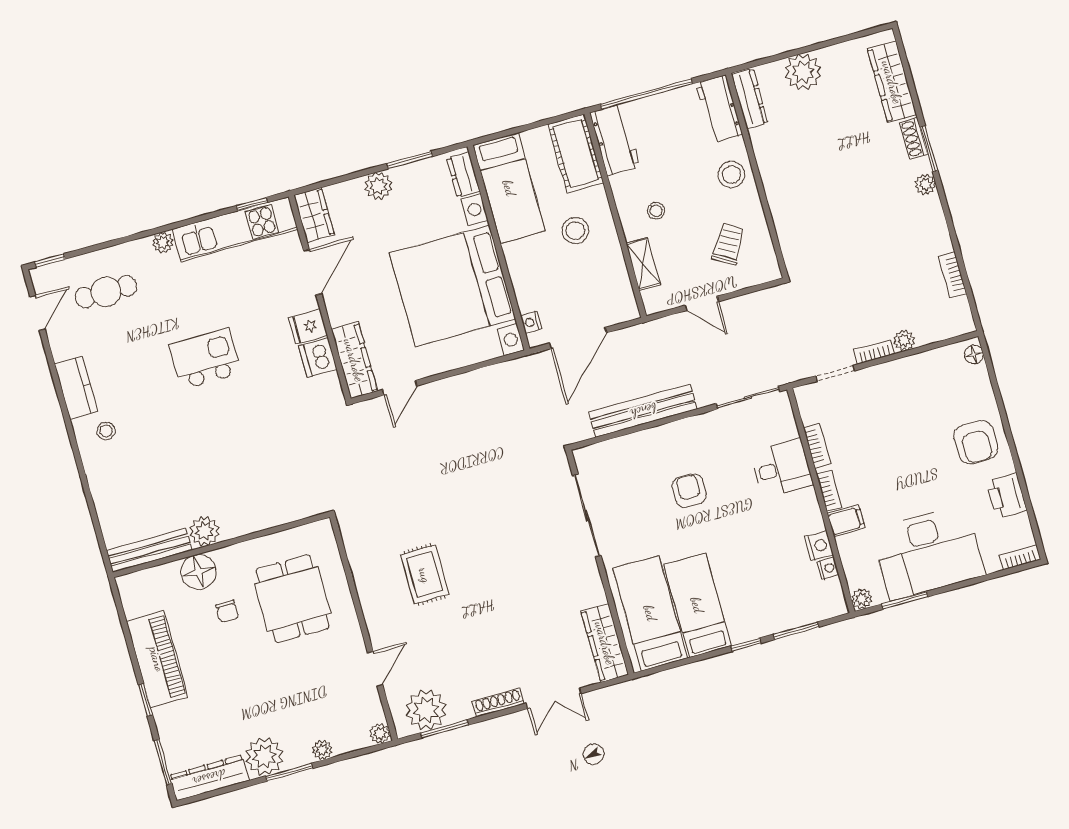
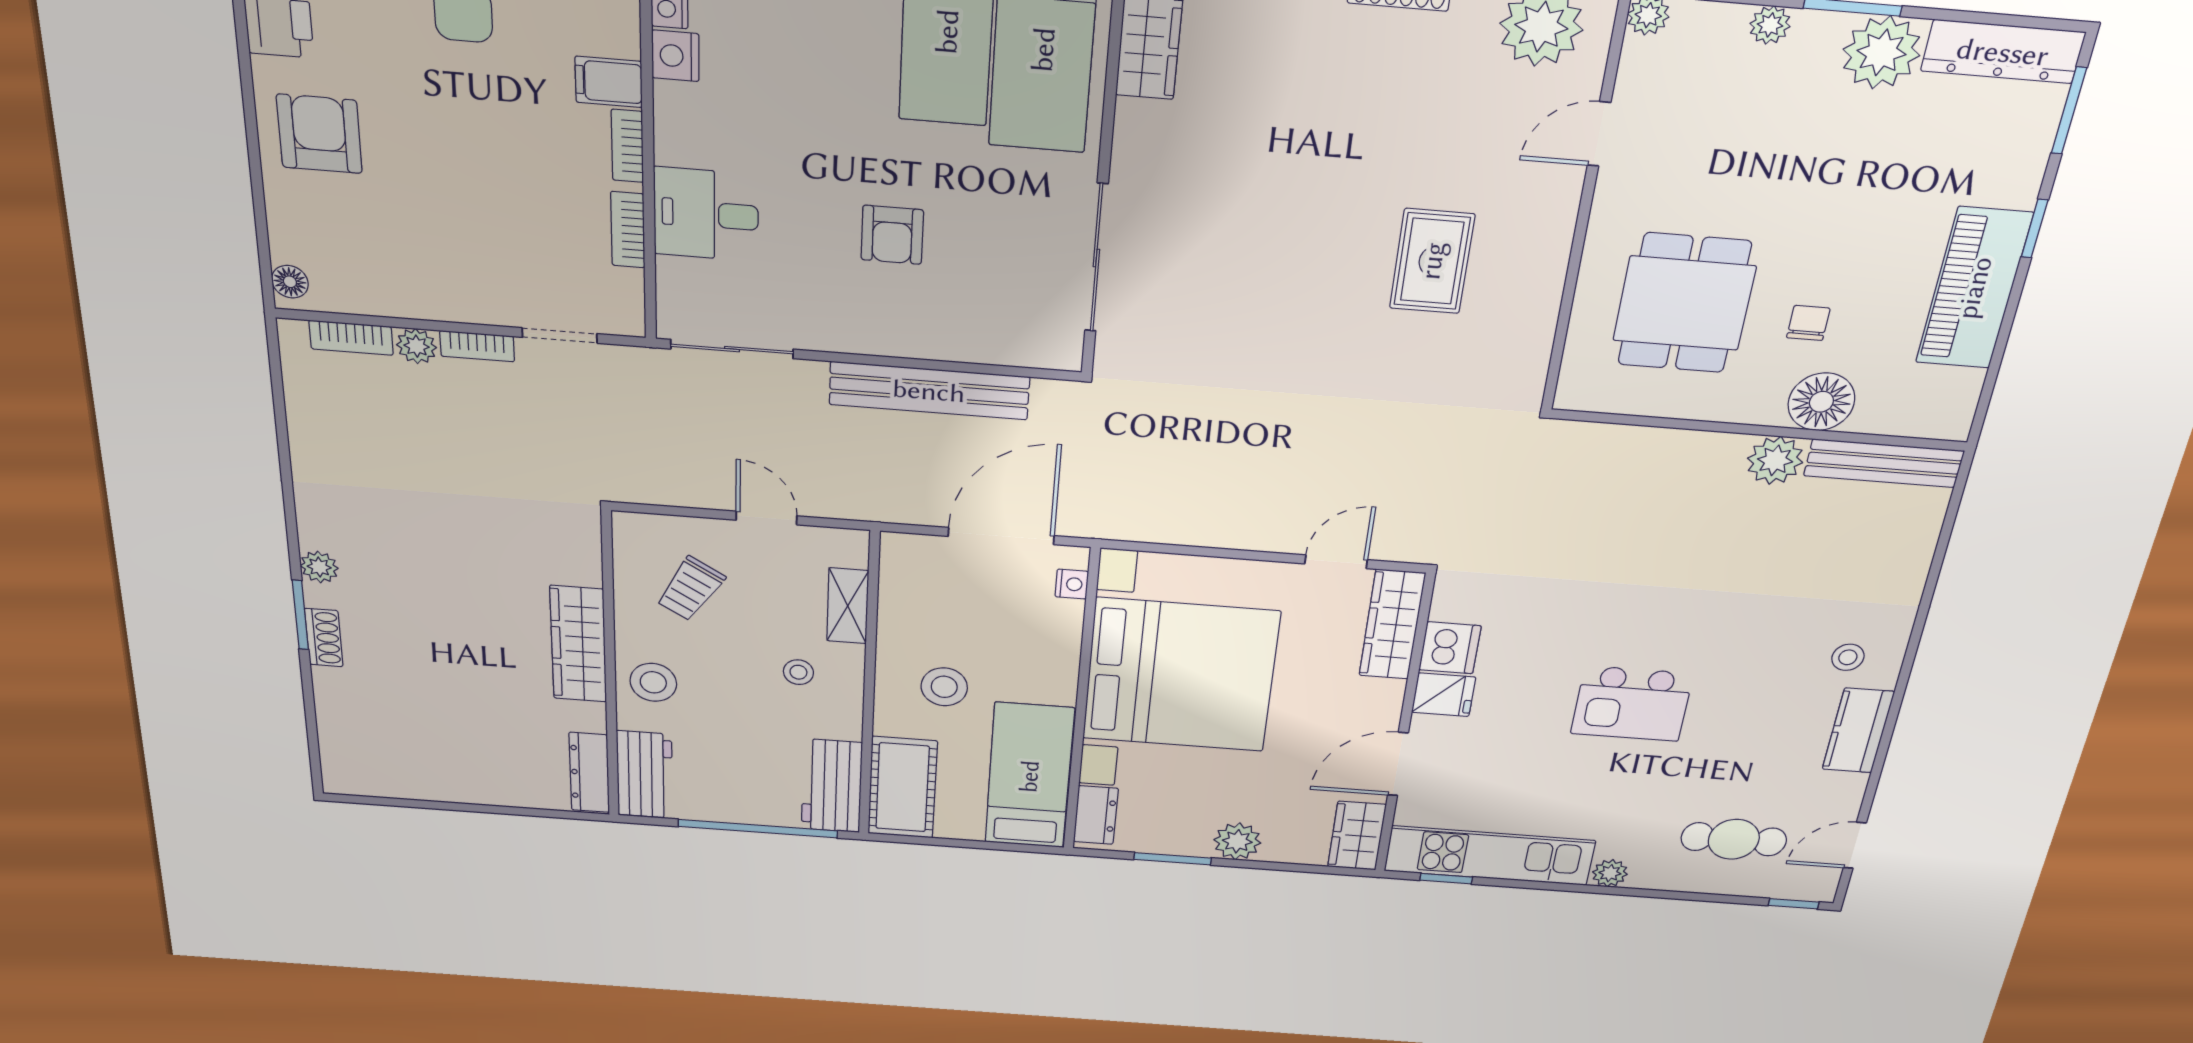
plant: (803, 72) -> (489, 781), removed
wardrobe: (892, 82) -> (578, 644), moved, turned 180
bookcase: (953, 275) -> (351, 338), moved, turned 90

